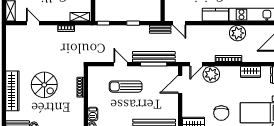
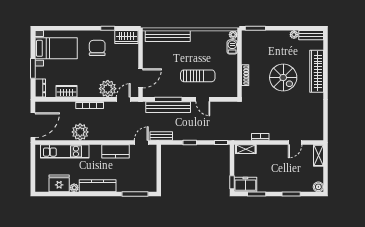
kitchen counter: (215, 15) -> (115, 151), moved
door: (33, 23) -> (295, 142), hinge flipped
door: (179, 23) -> (141, 142), hinge flipped
spiral stairs: (44, 85) -> (283, 78), turned 180

